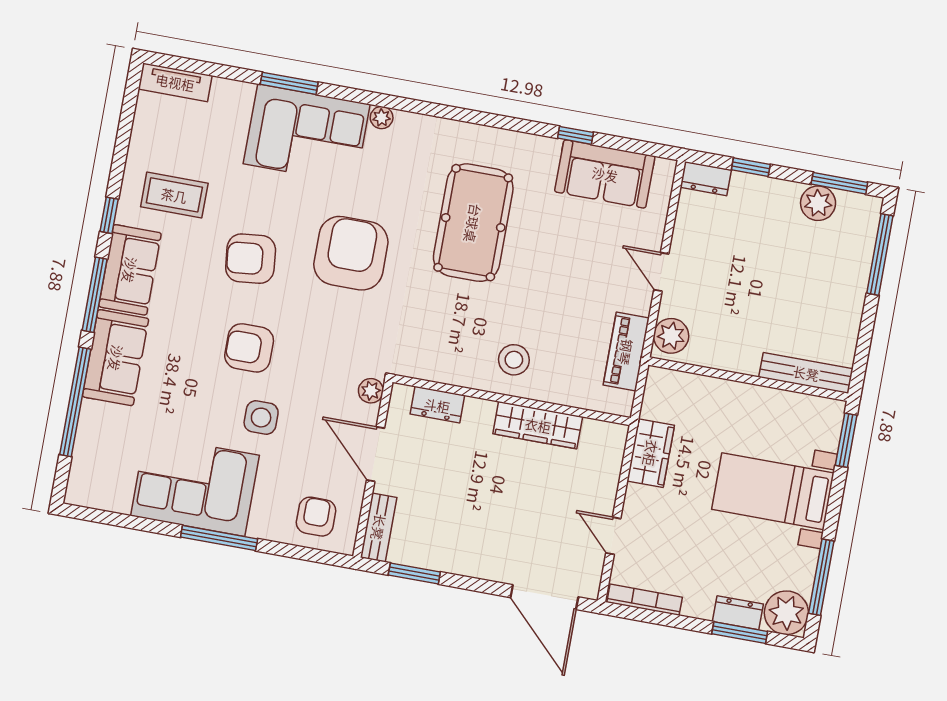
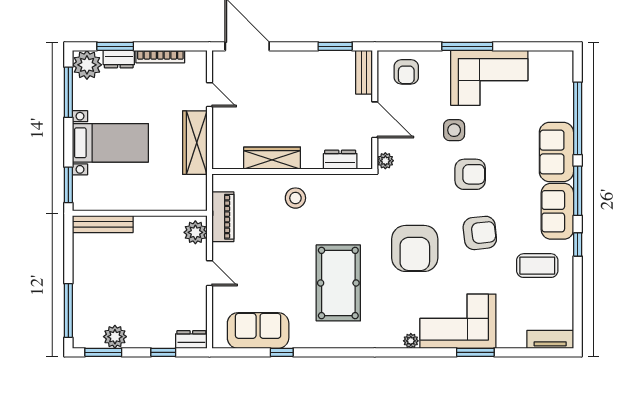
wardrobe: (651, 453) -> (195, 143), width x1.50
bookcase: (645, 600) -> (160, 57), moved

